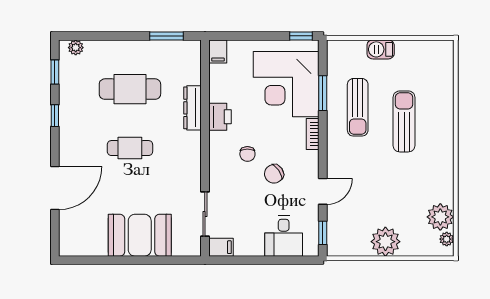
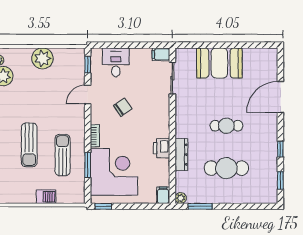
plant: (76, 48) -> (181, 198), moved
chair: (247, 154) -> (142, 121), removed

